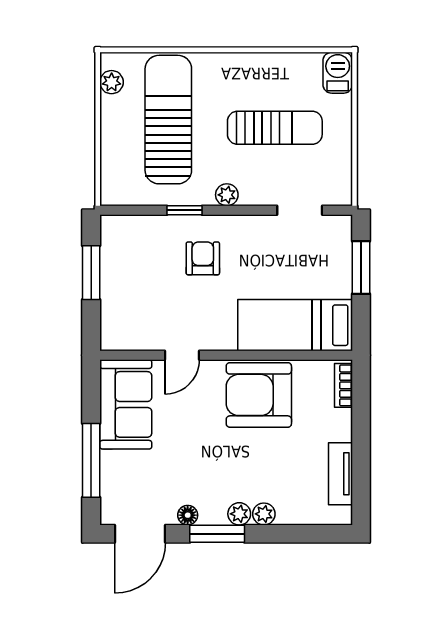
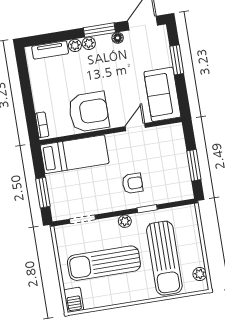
sun lounger: (275, 128) -> (104, 263), width x1.36, depth x1.34
armchair: (203, 258) -> (132, 183), turned -90
window: (91, 460) -> (177, 60), width x0.69
tv unit: (340, 474) -> (50, 50), moved, turned 90

